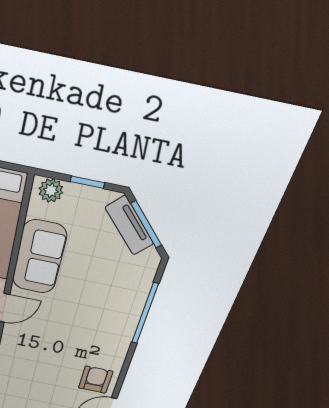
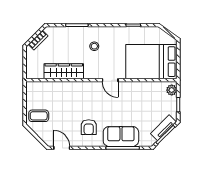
sofa: (39, 257) -> (121, 136), moved, turned 180
armchair: (96, 380) -> (89, 127), moved, turned 90

